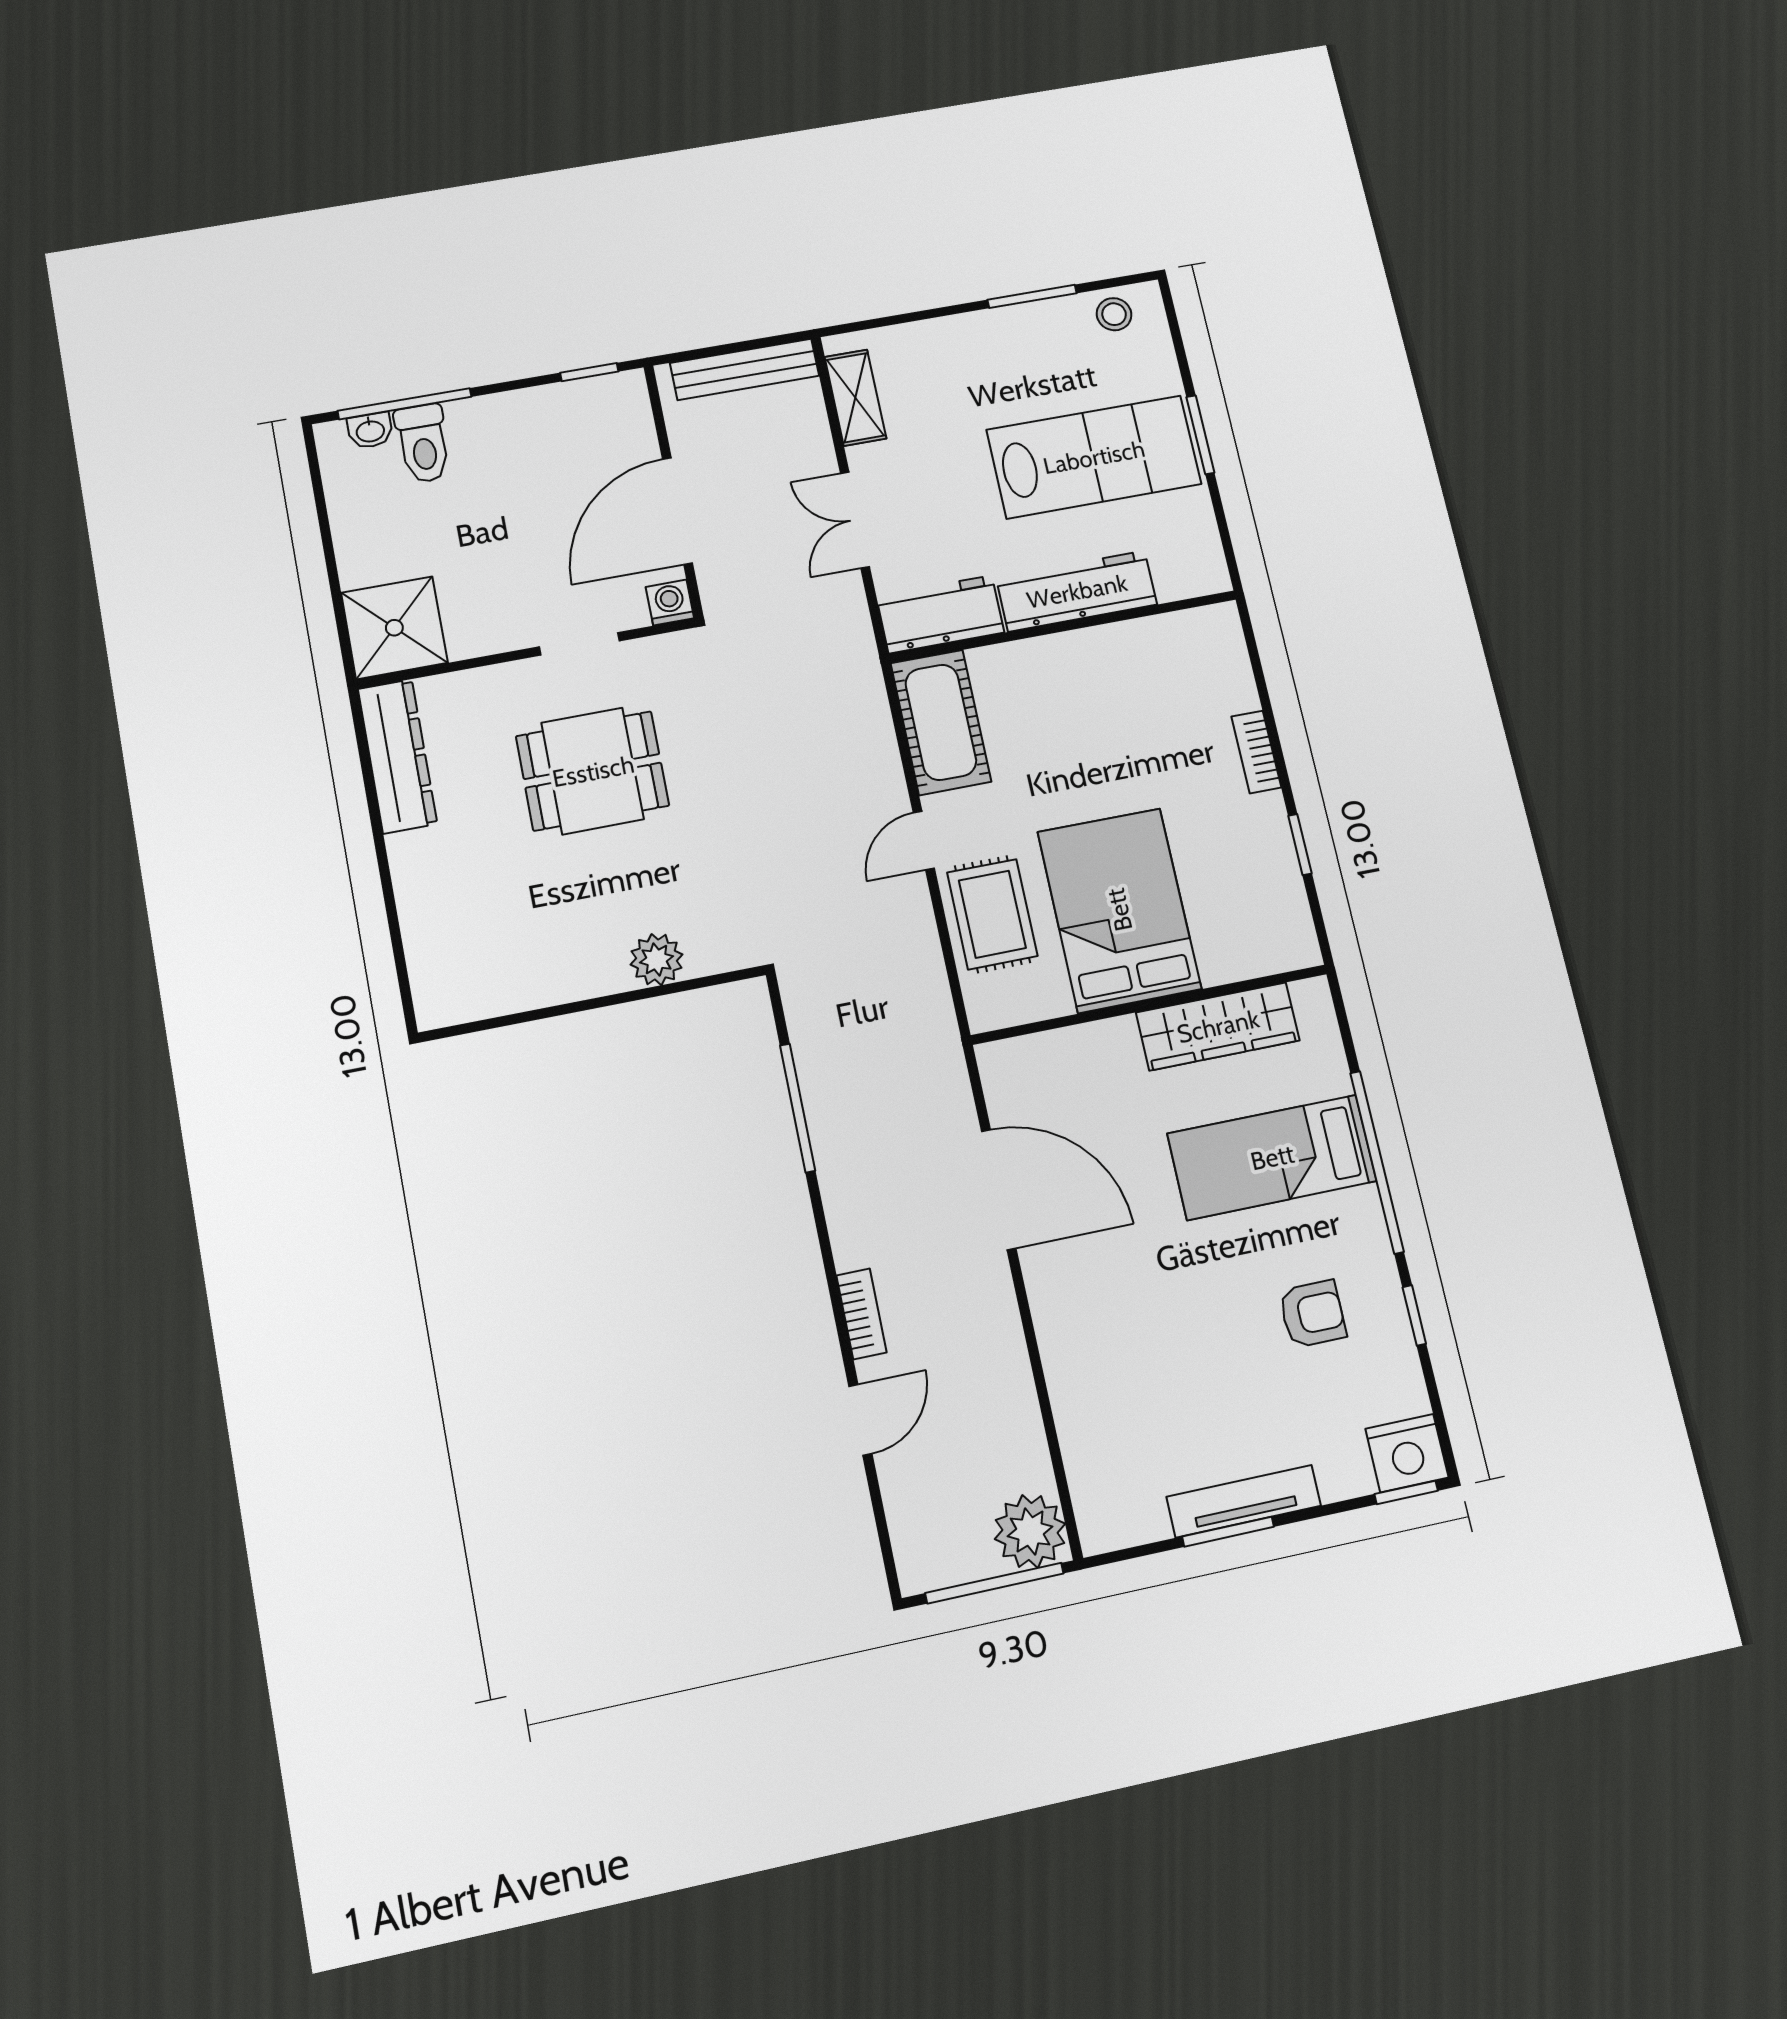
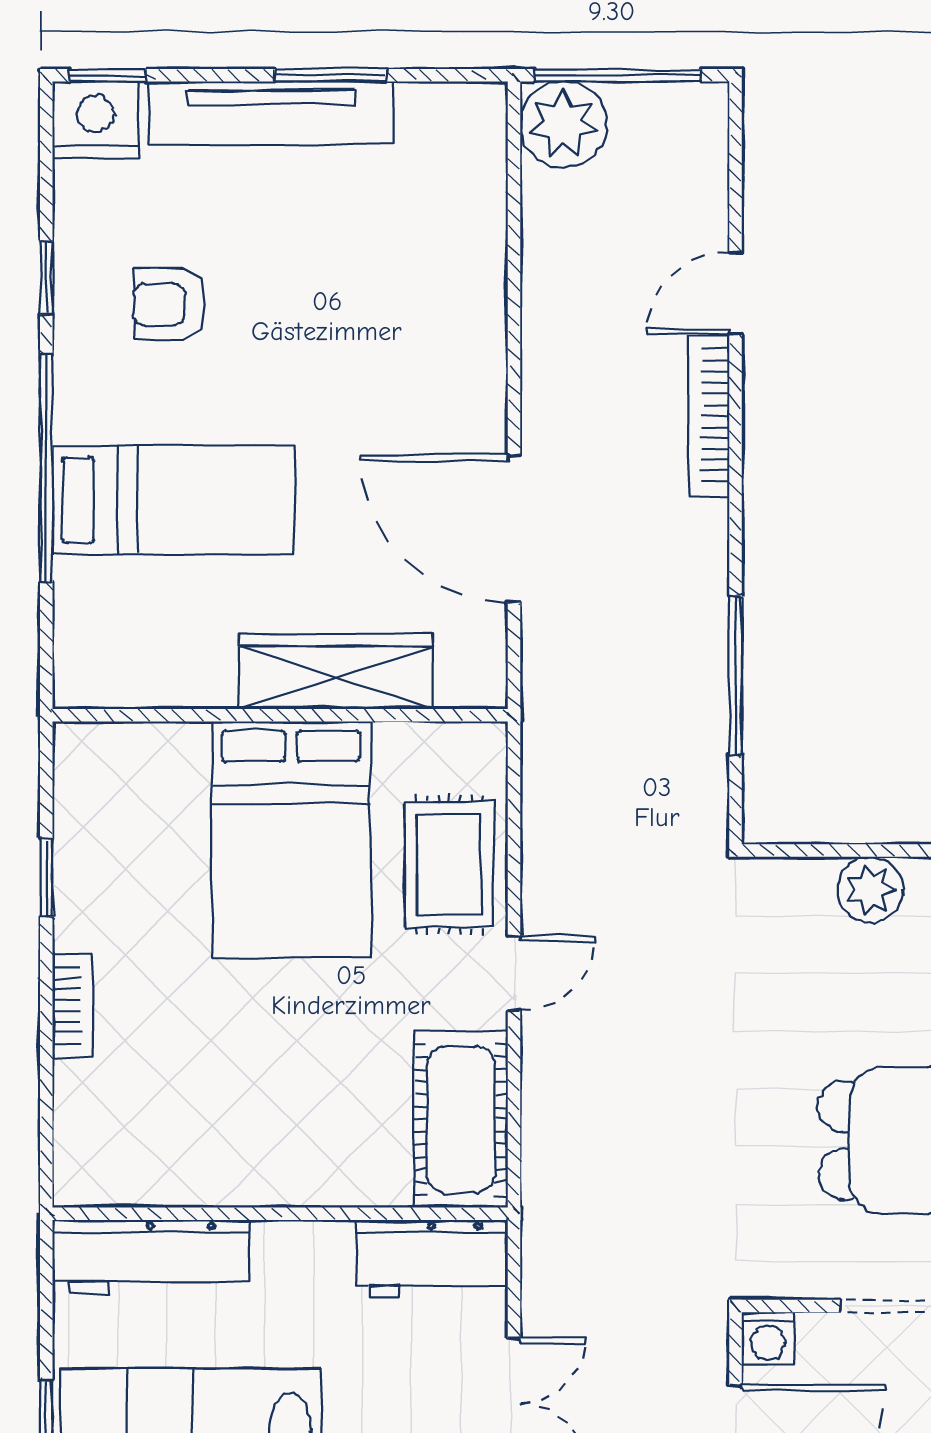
workbench: (1077, 591) -> (151, 1257), moved
wardrobe: (1218, 1026) -> (336, 672), moved
bookcase: (862, 1314) -> (709, 416), width x1.56
tv unit: (1244, 1501) -> (271, 113), width x1.36, depth x1.29

